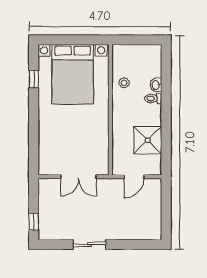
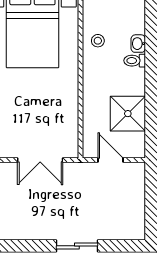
door: (134, 177) -> (111, 160), swing flipped
sliding door: (89, 244) -> (77, 246), moved

